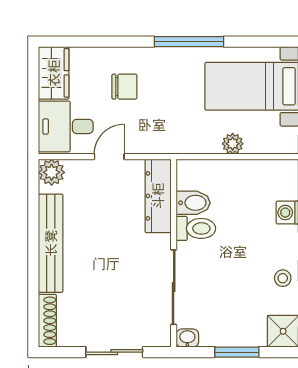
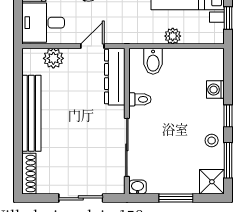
door: (109, 157) -> (92, 46), moved
plant: (52, 172) -> (53, 58), moved
bidet: (193, 203) -> (153, 61), moved, turned 90
toilet: (196, 228) -> (140, 99), width x0.73, depth x0.72

